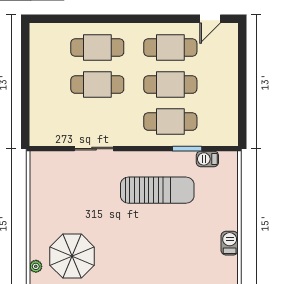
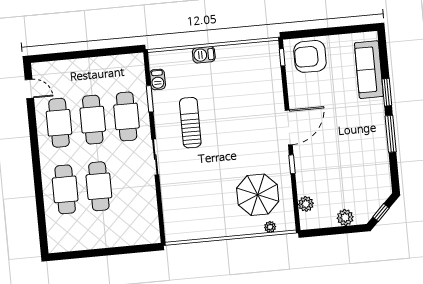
sliding door: (94, 149) -> (155, 157), moved
sun lounger: (157, 190) -> (190, 123), width x0.73, depth x0.75
barbecue: (230, 243) -> (204, 55), moved

